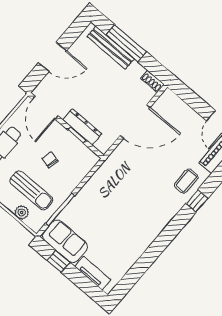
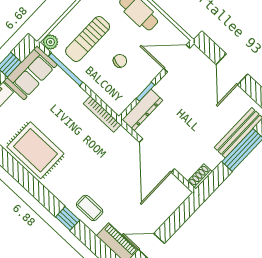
dresser: (82, 127) -> (142, 110), moved
bookcase: (100, 174) -> (102, 114), added
plant: (22, 212) -> (50, 42), moved
rug: (136, 233) -> (35, 150), added

